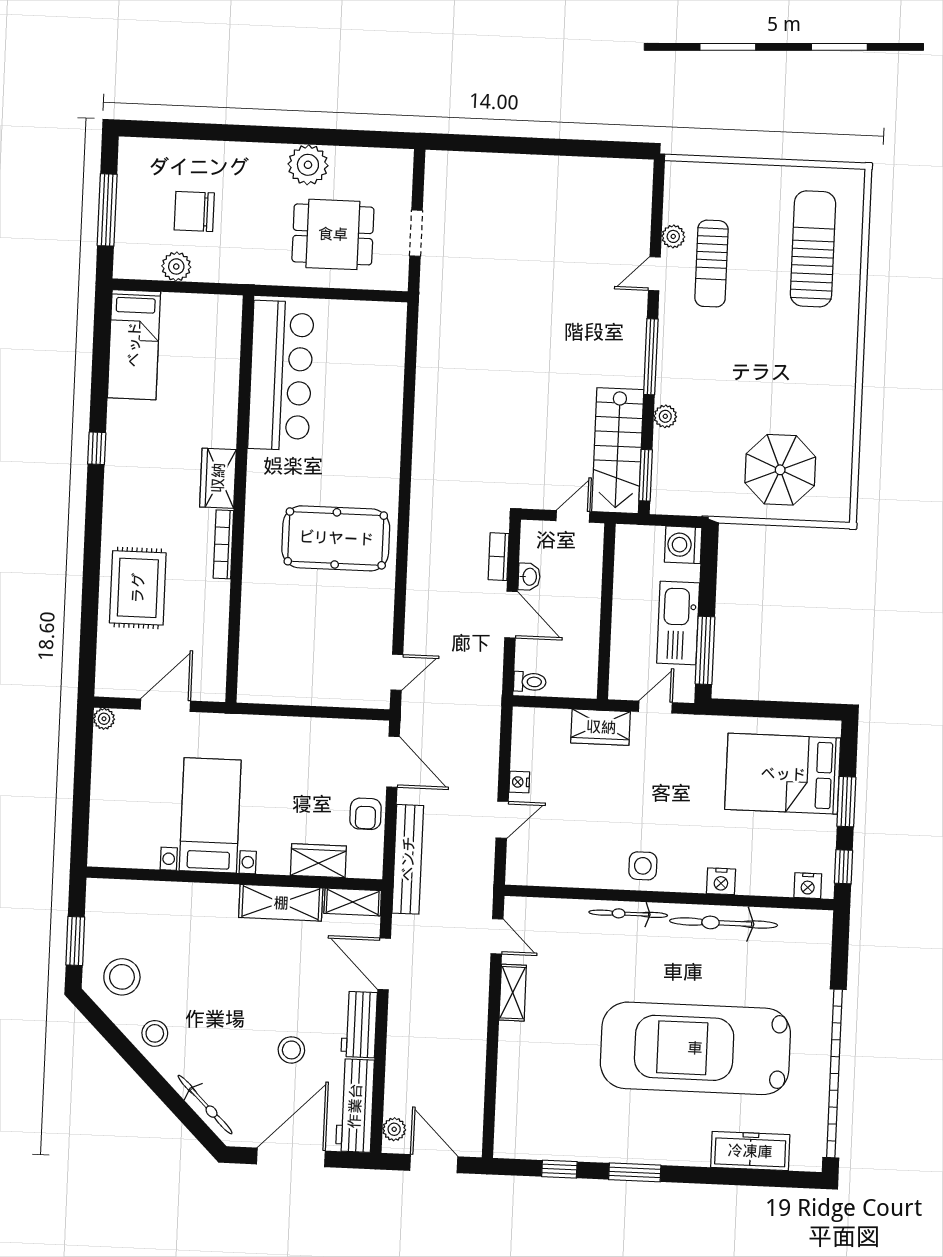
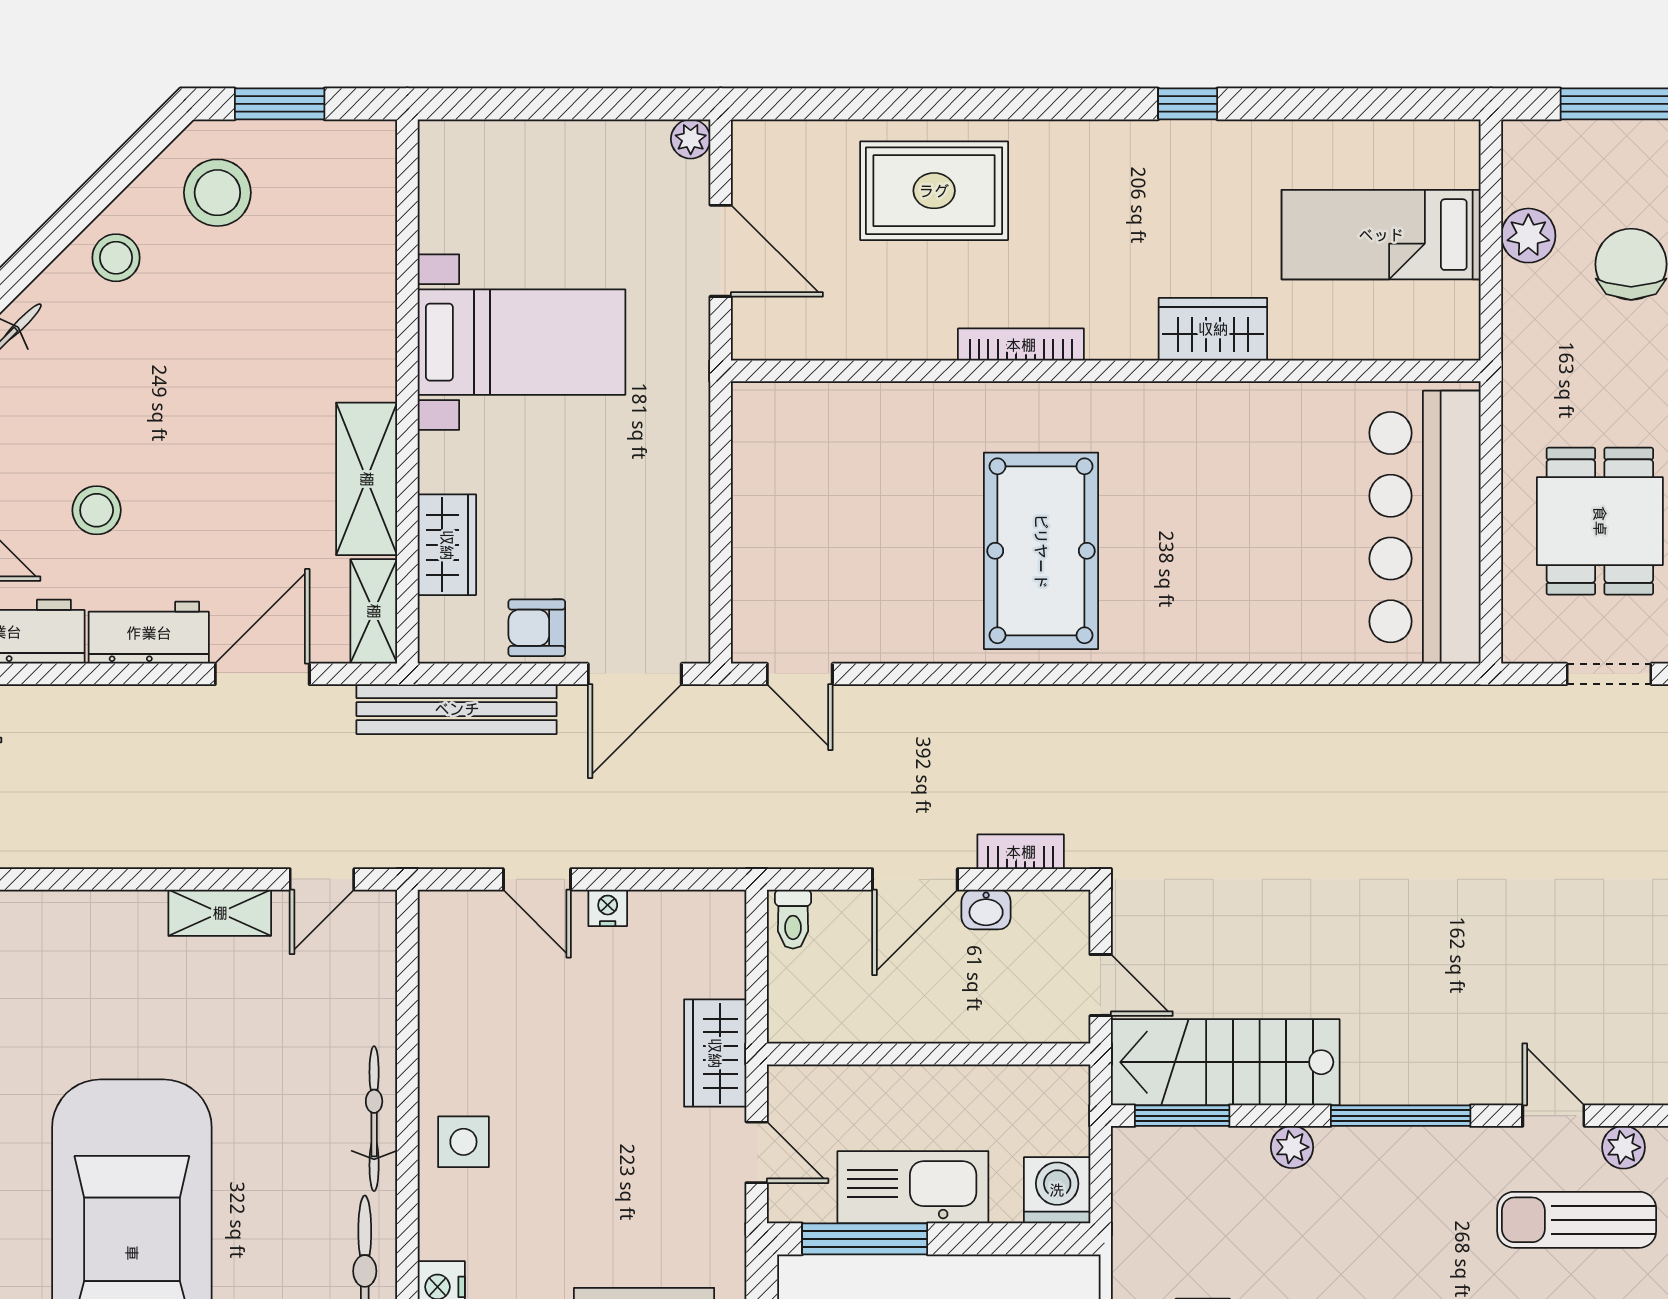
bed: (134, 345) -> (1381, 235), moved
bar counter: (281, 376) -> (1425, 527), moved, turned 90
wardrobe: (218, 478) -> (1213, 329), moved

